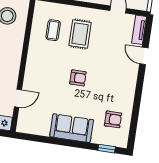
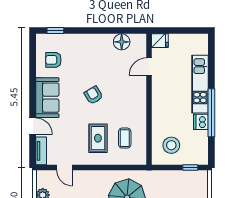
armchair: (78, 78) -> (94, 95), turned 59
floor lamp: (42, 127) -> (122, 42), added
sofa: (72, 128) -> (47, 98), moved, turned -90

